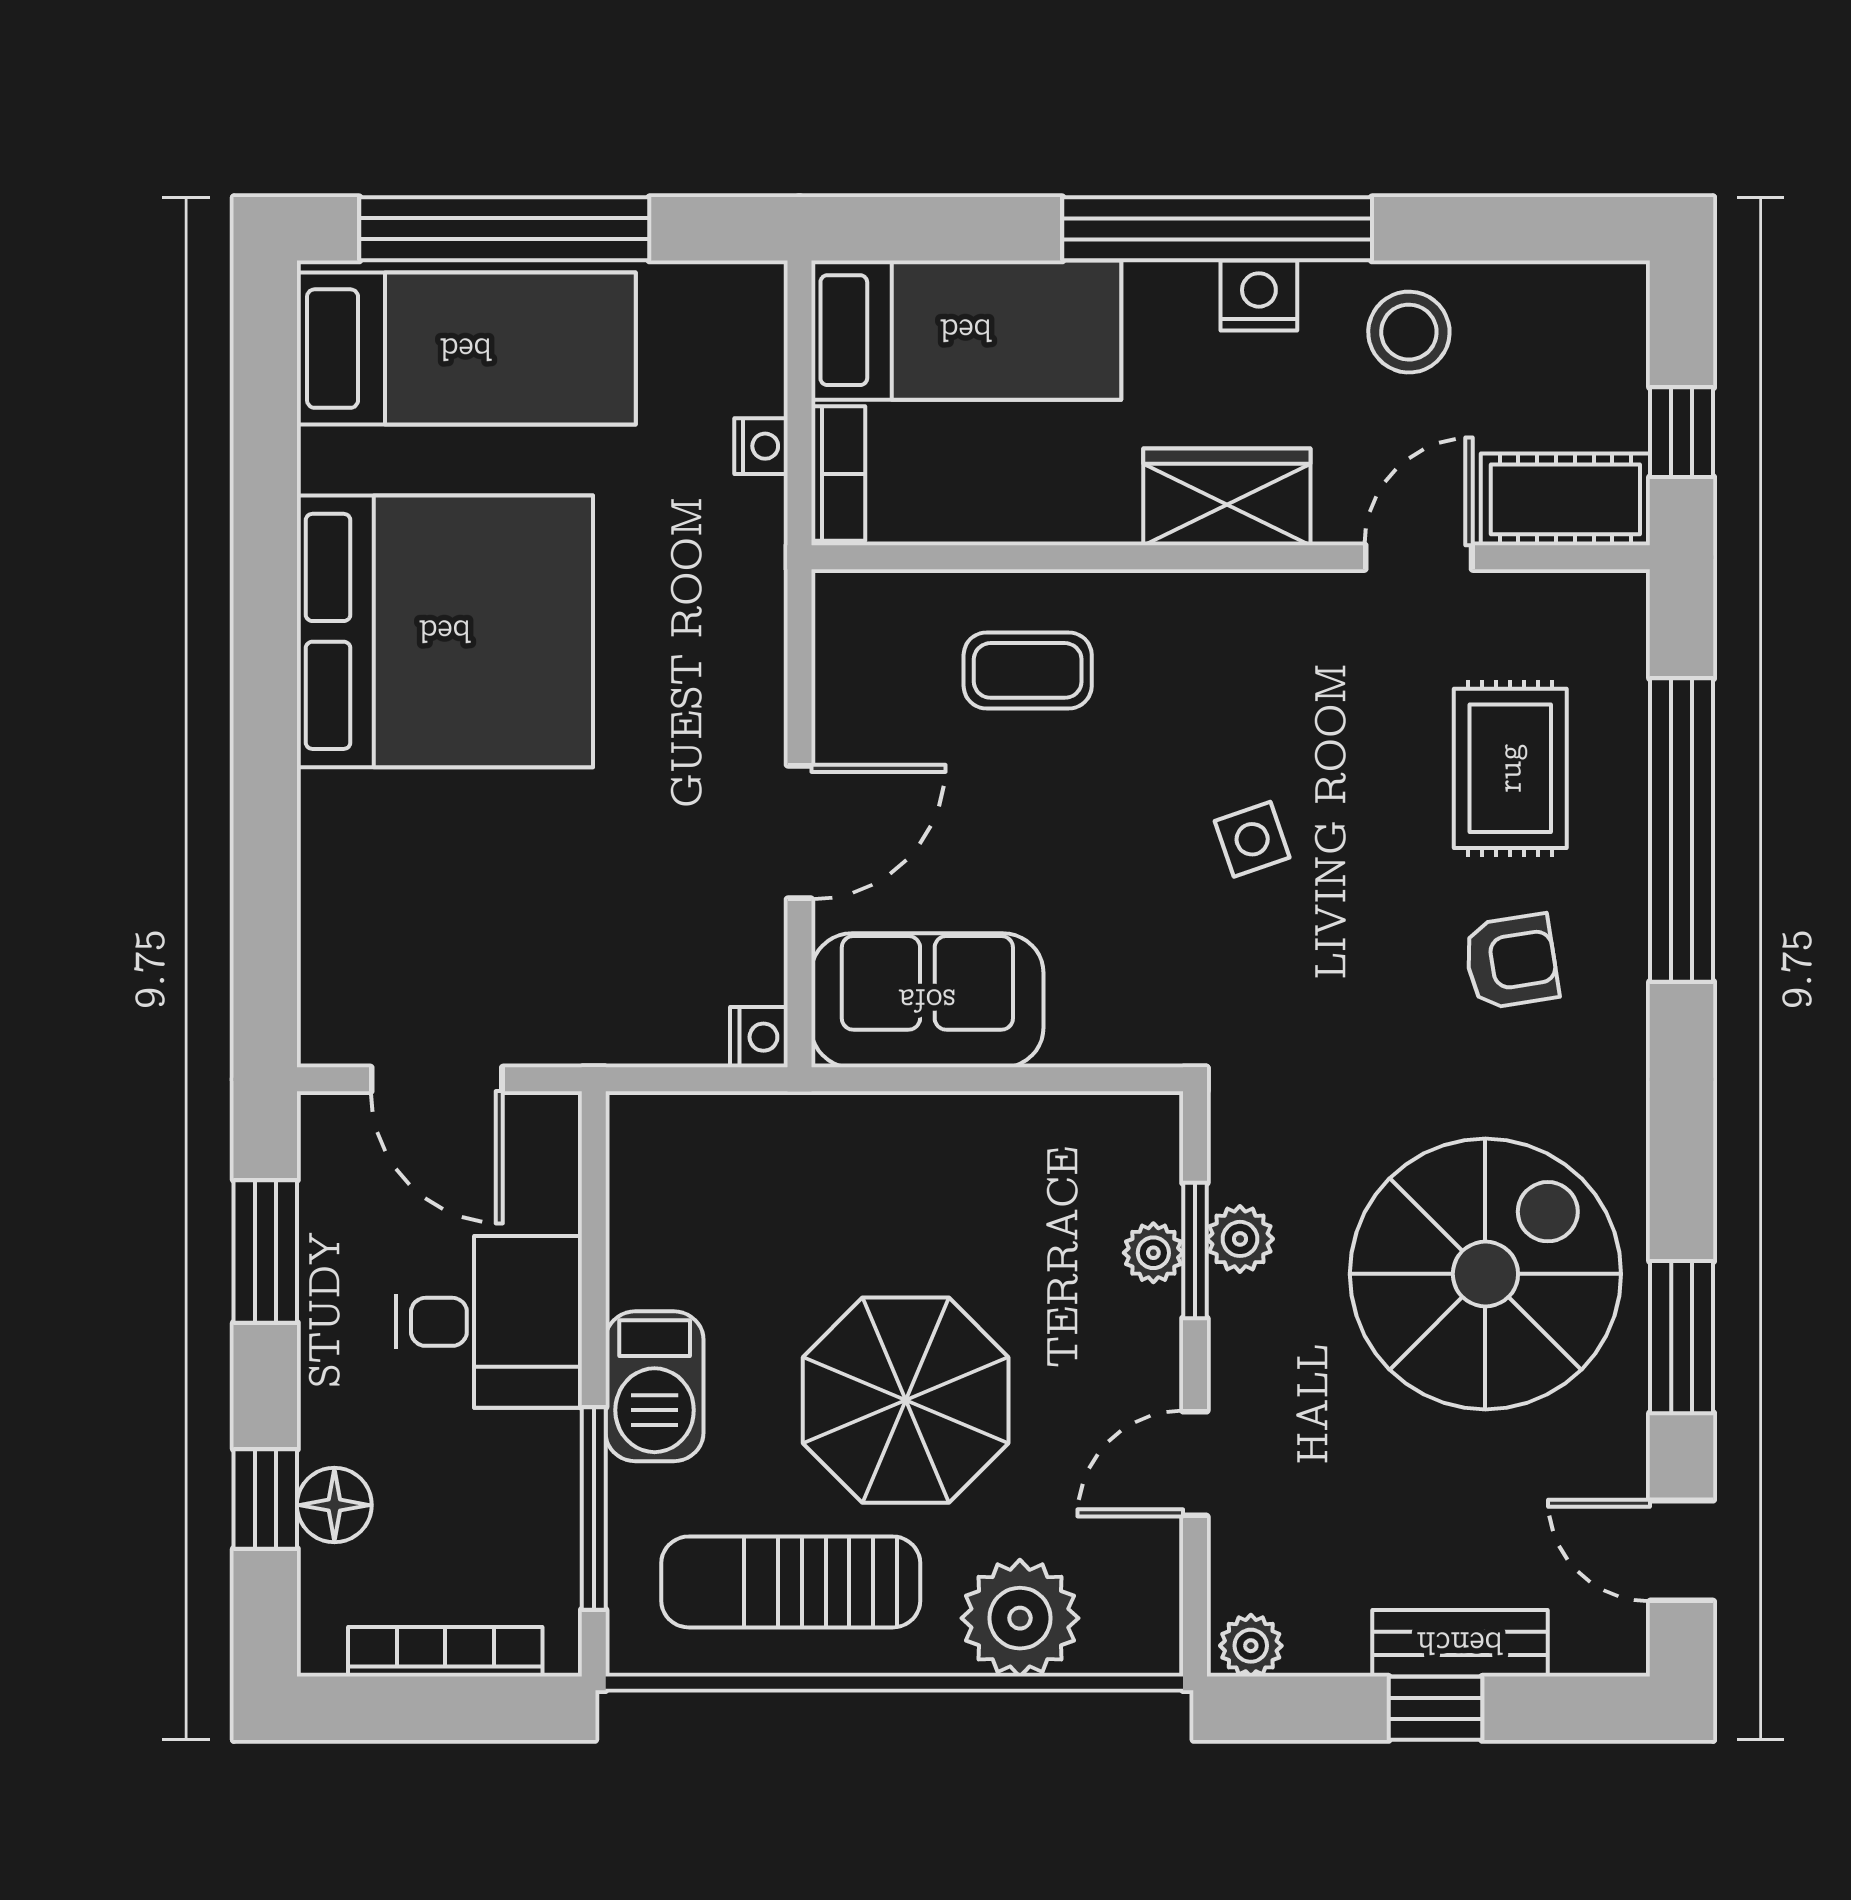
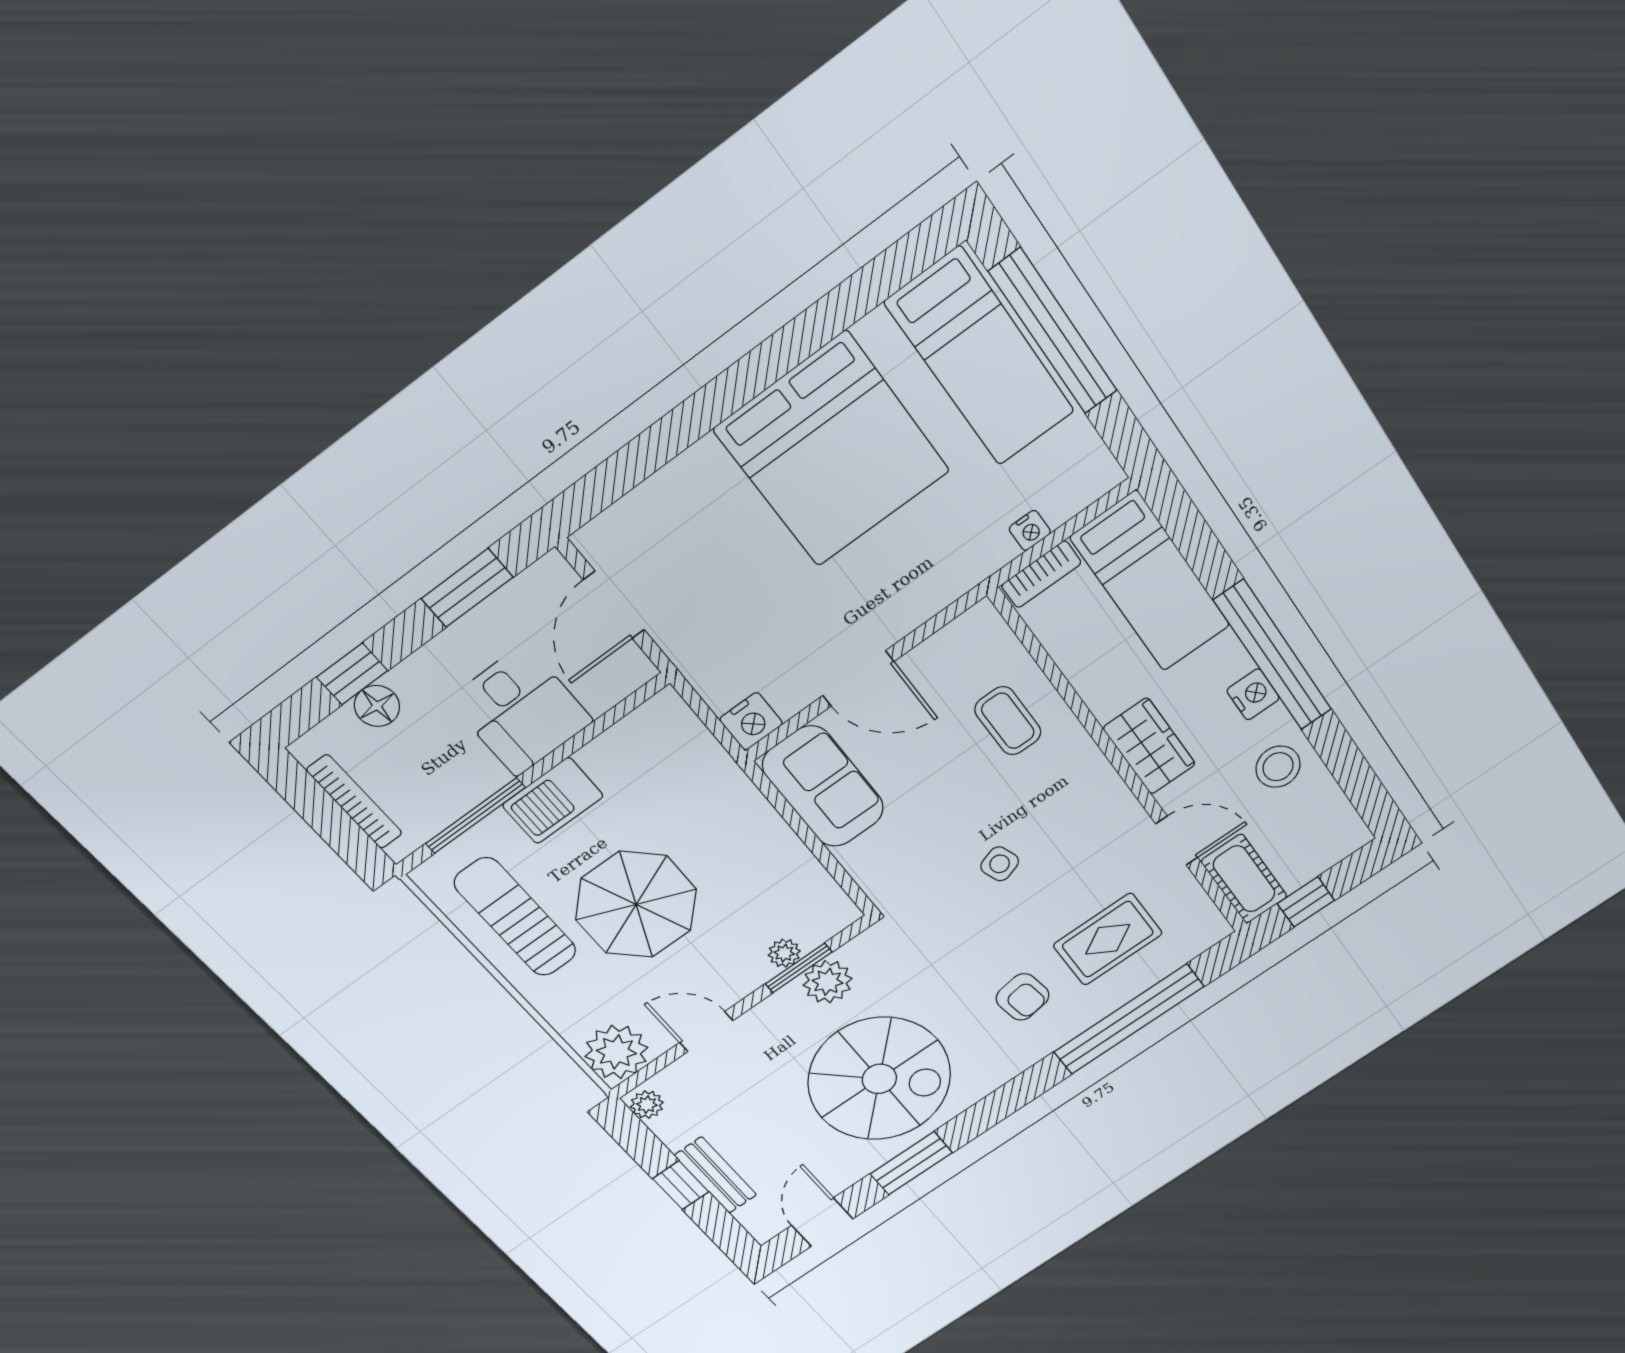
nightstand: (759, 1037) -> (751, 721), width x1.39, depth x1.35
plant: (1240, 1239) -> (828, 982), width x1.38, depth x1.38
plant: (1020, 1618) -> (616, 1052), moved

